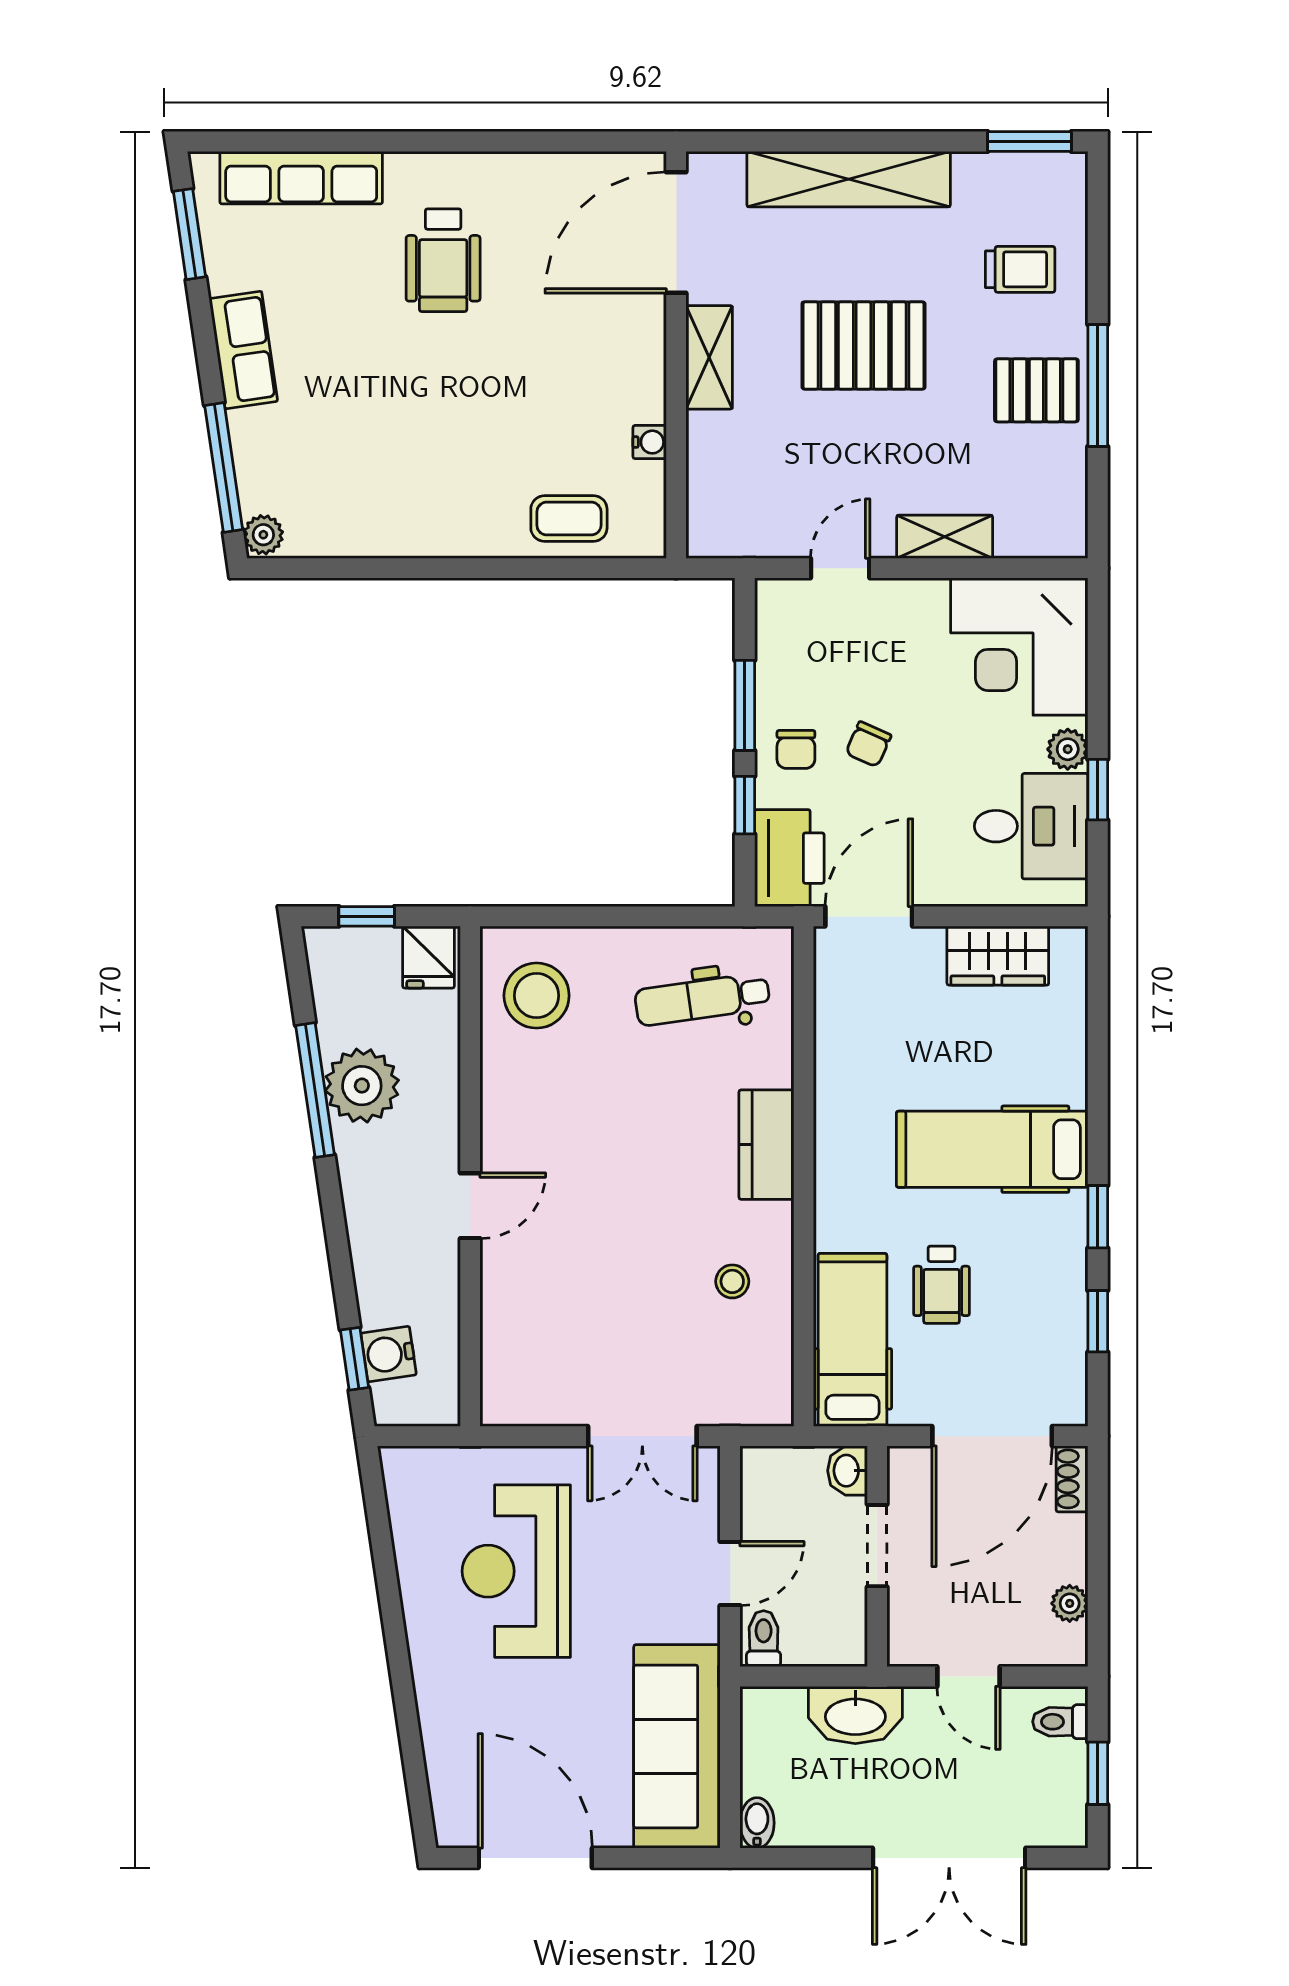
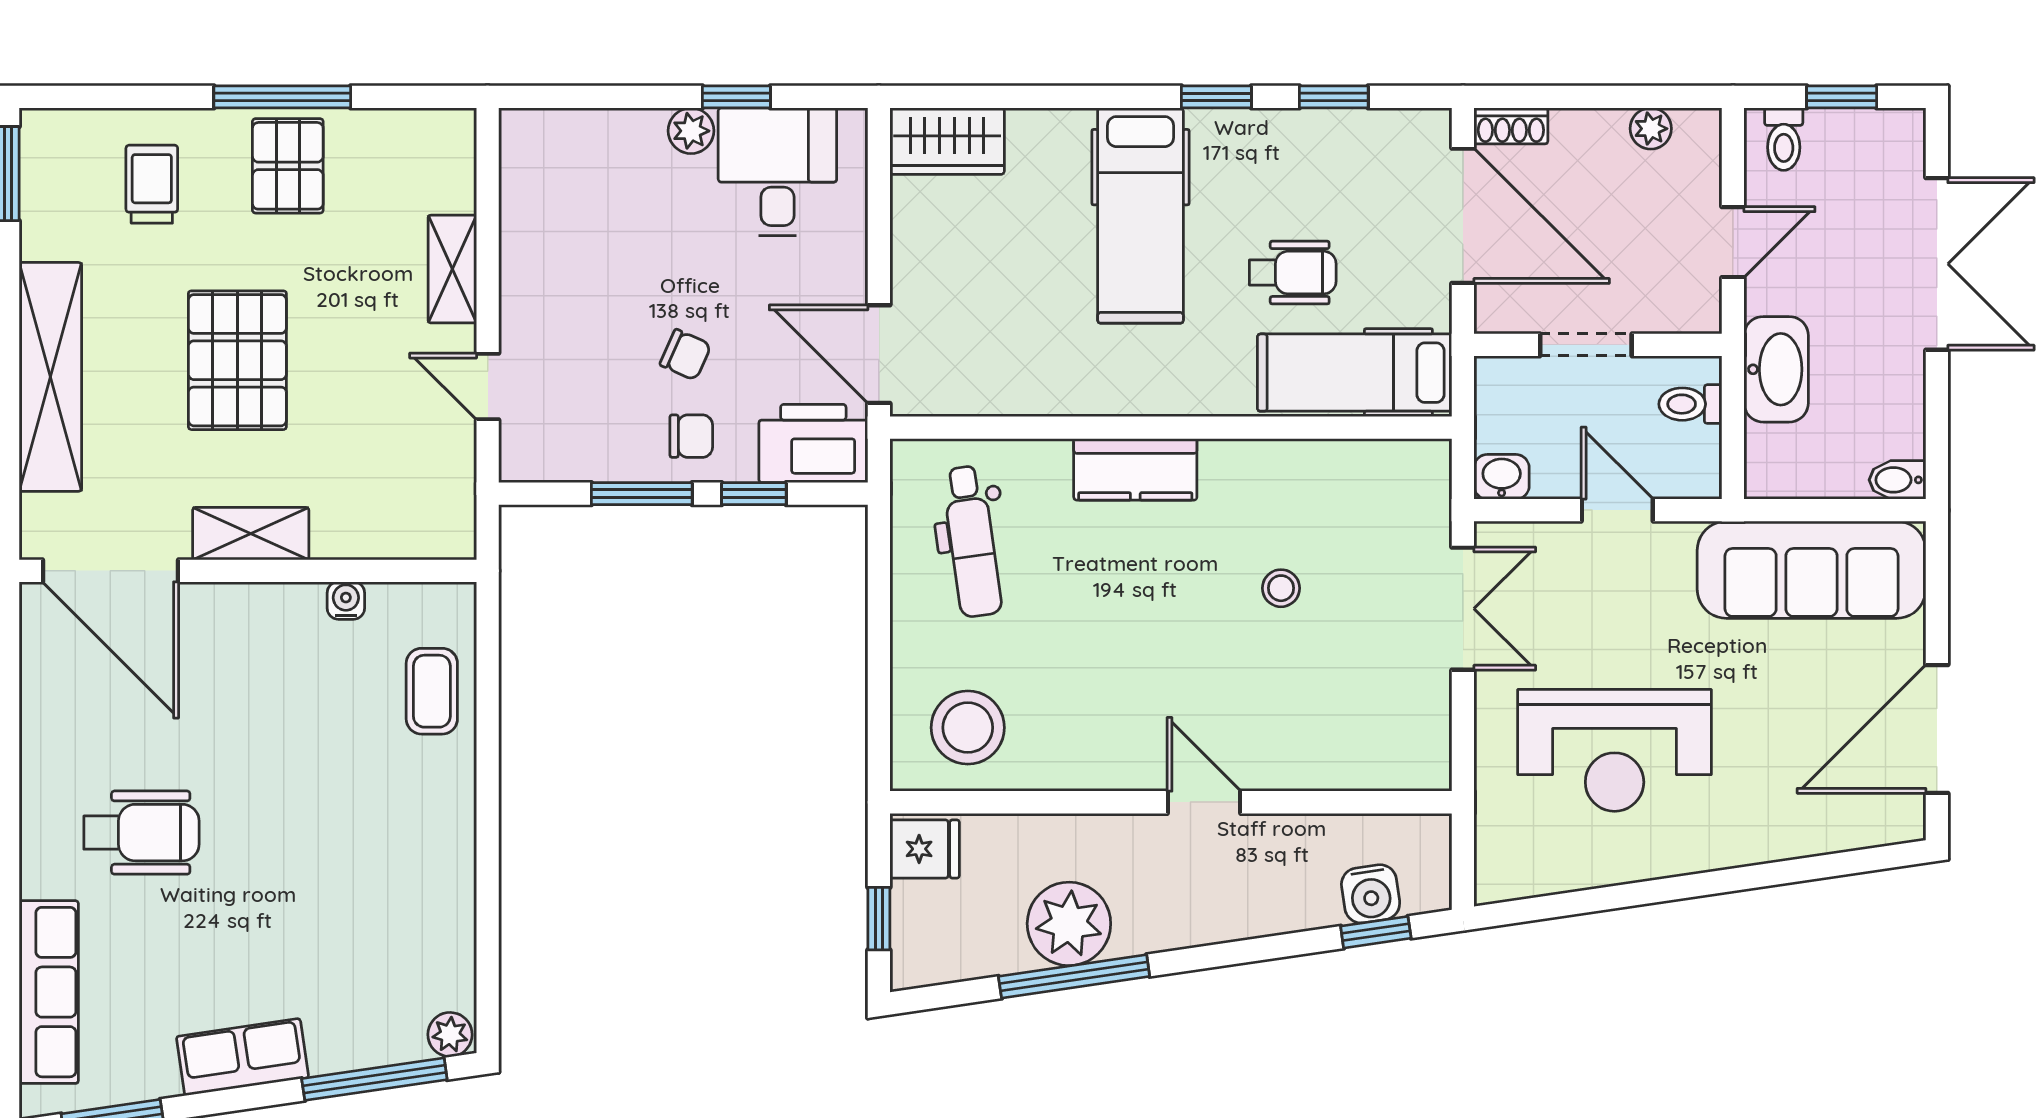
corner desk: (1019, 647) -> (576, 185), removed
wardrobe: (998, 956) -> (947, 141), moved, turned 90
stool: (732, 1281) -> (1281, 588), moved
washbasin: (847, 1471) -> (1502, 477), moved, turned 180
toilet: (764, 1639) -> (1690, 404), moved

